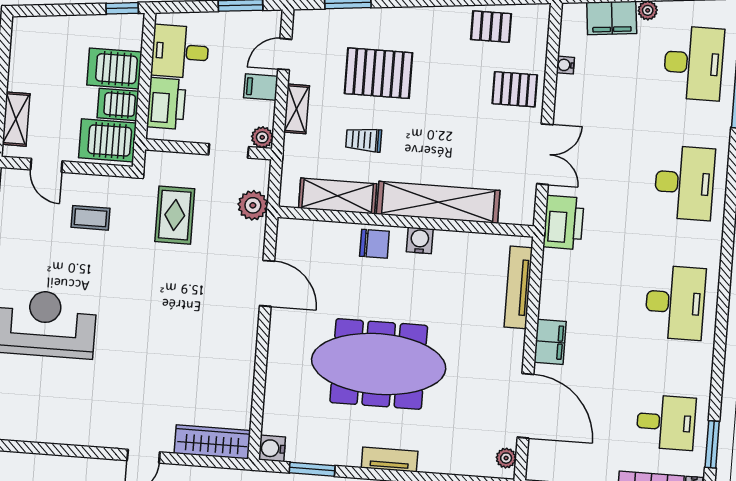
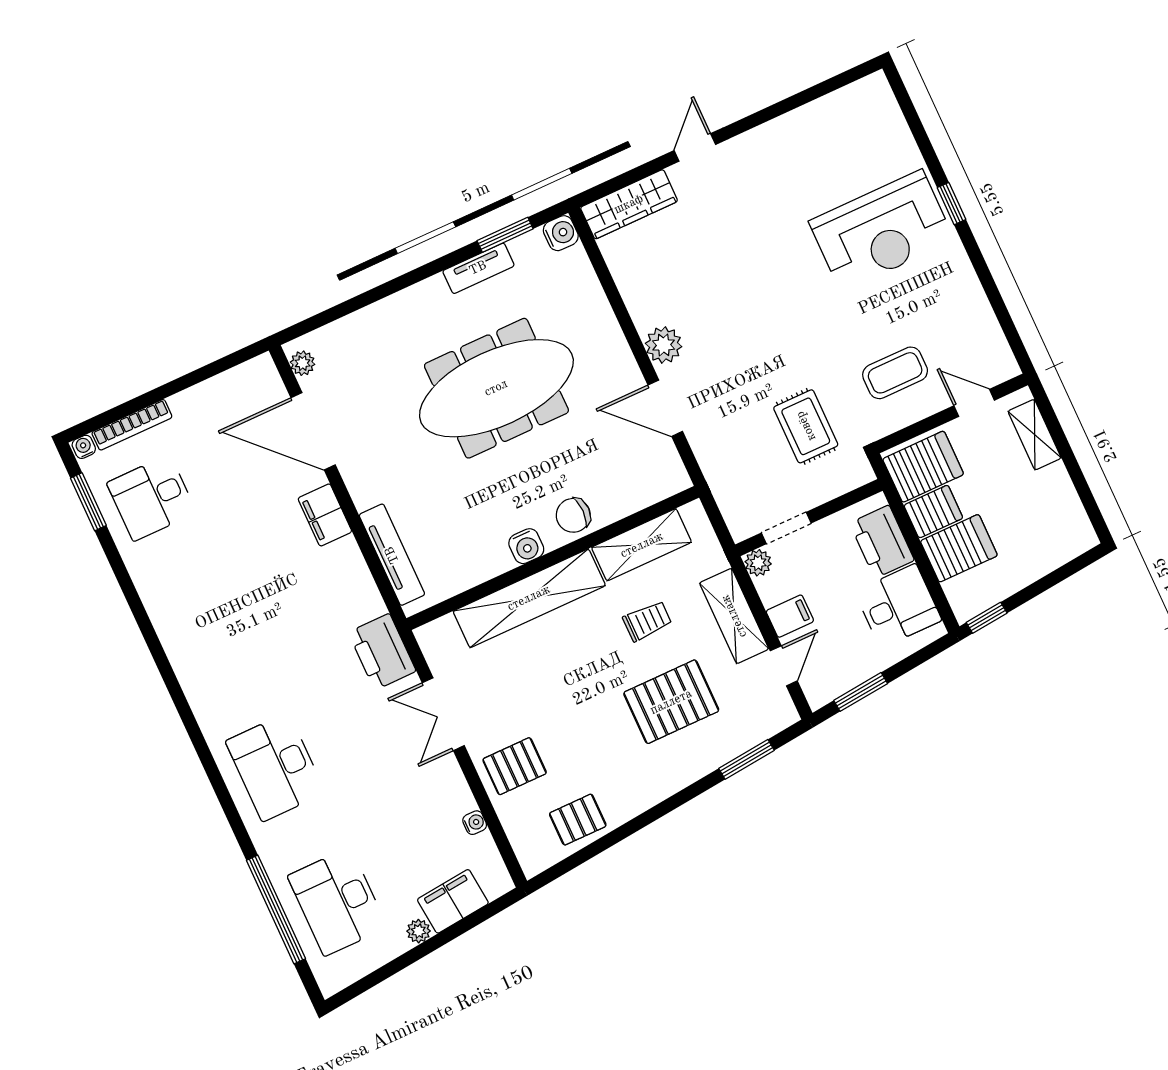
shelving: (297, 109) -> (734, 616), width x1.50, depth x1.33
plant: (253, 205) -> (664, 345), moved
coffee table: (90, 218) -> (895, 373), width x1.36, depth x1.30
desk: (675, 303) -> (213, 632), removed
tv unit: (390, 459) -> (478, 268), moved

